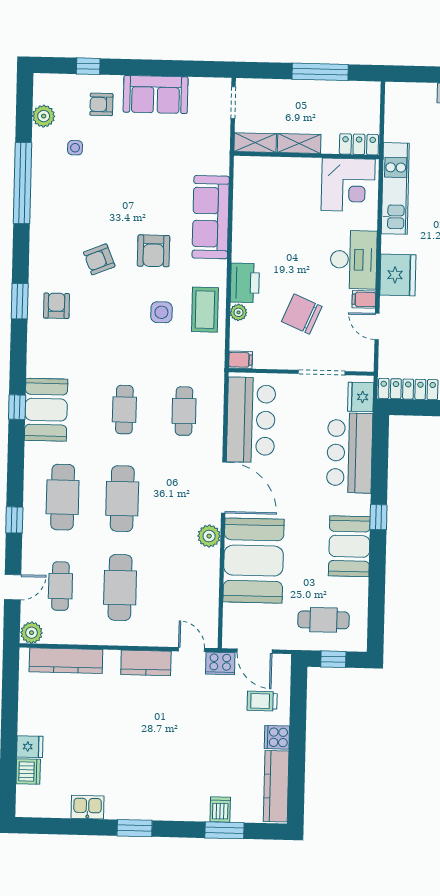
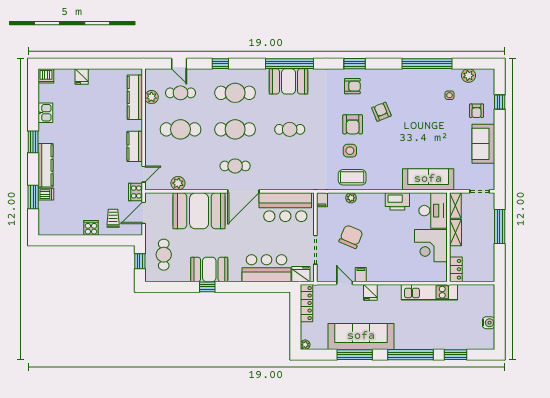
window: (320, 72) -> (500, 227), moved
armchair: (101, 104) -> (476, 111), turned 180
corner desk: (348, 185) -> (431, 246), moved
sofa: (211, 217) -> (428, 179), moved
armchair: (154, 251) -> (353, 124), moved, turned -90
desk: (354, 260) -> (433, 211), moved, turned -90
fridge: (398, 275) -> (370, 292), width x0.53, depth x0.75
printer: (245, 283) -> (397, 201), moved
door: (377, 326) -> (344, 283), hinge flipped
window: (17, 407) -> (290, 64), width x3.17
cafe table: (184, 411) -> (235, 166), moved
window: (378, 517) -> (207, 287), moved
plant: (209, 536) -> (178, 183), moved
plant: (32, 633) -> (151, 97), moved
dishwasher: (28, 772) -> (46, 76), moved
kitchen counter: (276, 786) -> (45, 165), moved, turned 90

